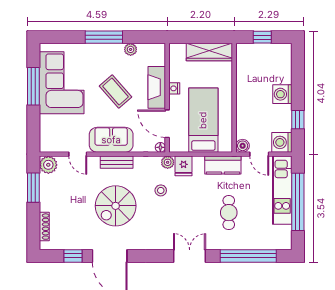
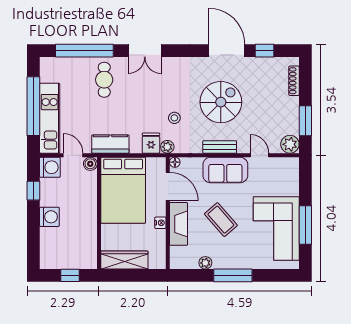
bed: (203, 120) -> (123, 190), width x1.50
cafe table: (229, 213) -> (104, 80), moved

